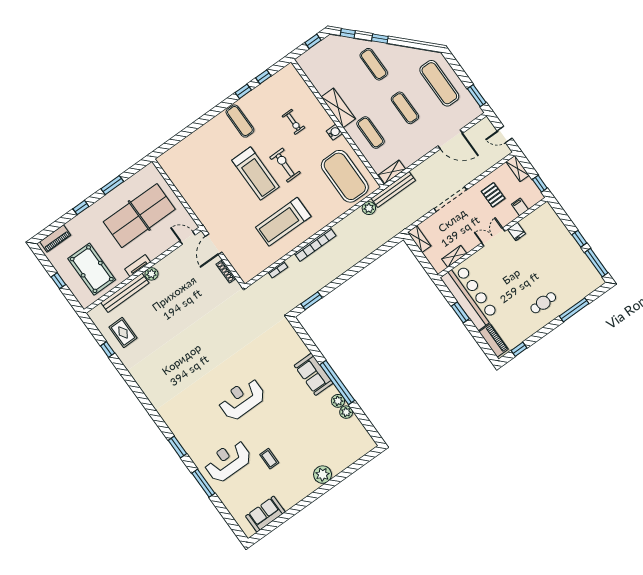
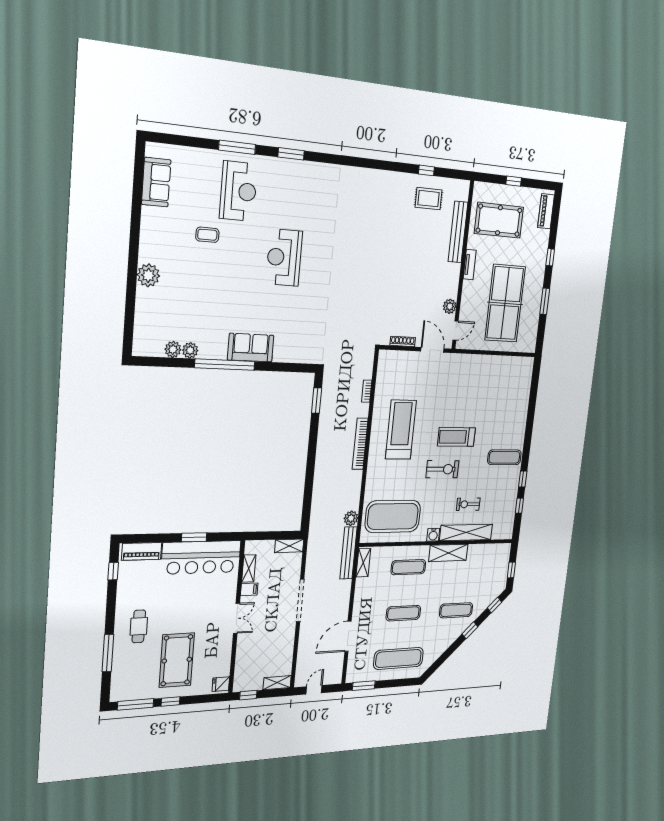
shelving: (314, 106) -> (466, 532), added
treadmill: (255, 174) -> (456, 437), width x0.73, depth x0.73
pallet: (493, 195) -> (273, 644), removed
filing cabinet: (520, 207) -> (249, 589), moved
fridge: (517, 231) -> (221, 684), moved
pool table: (549, 257) -> (177, 660), added
plant: (151, 274) -> (450, 306), moved
reception desk: (242, 399) -> (284, 257), turned 180
plant: (338, 401) -> (173, 349), moved

